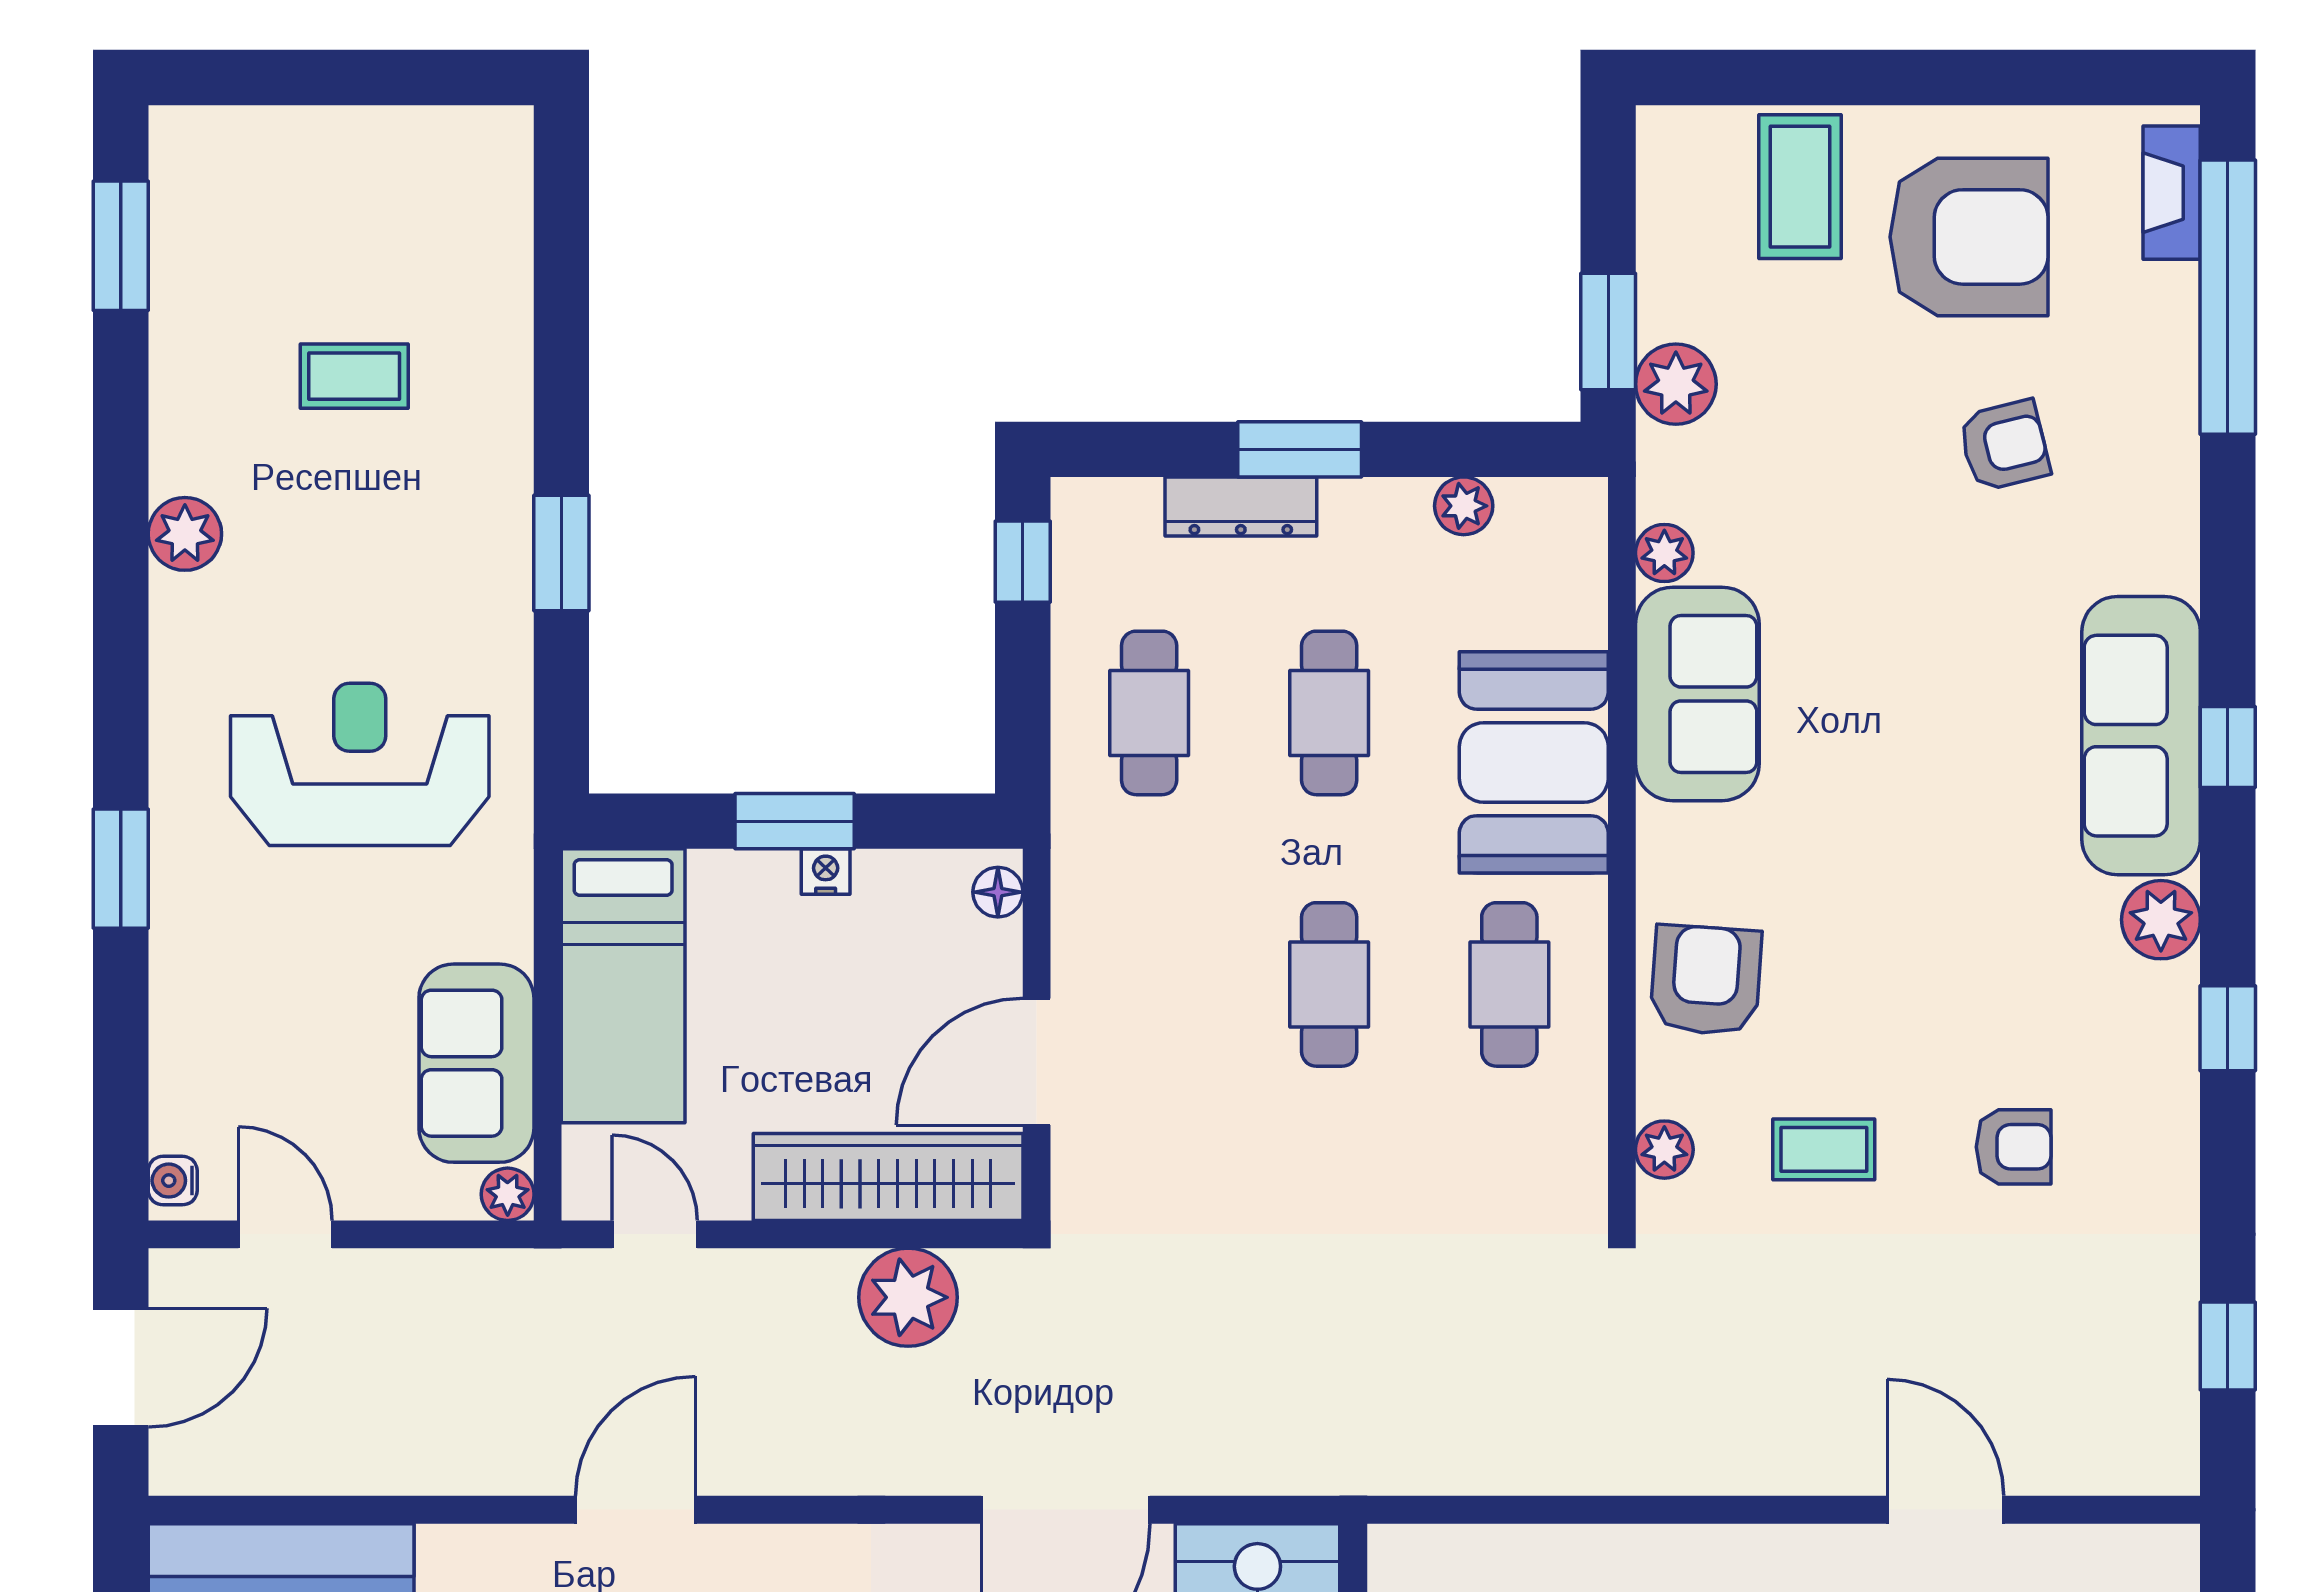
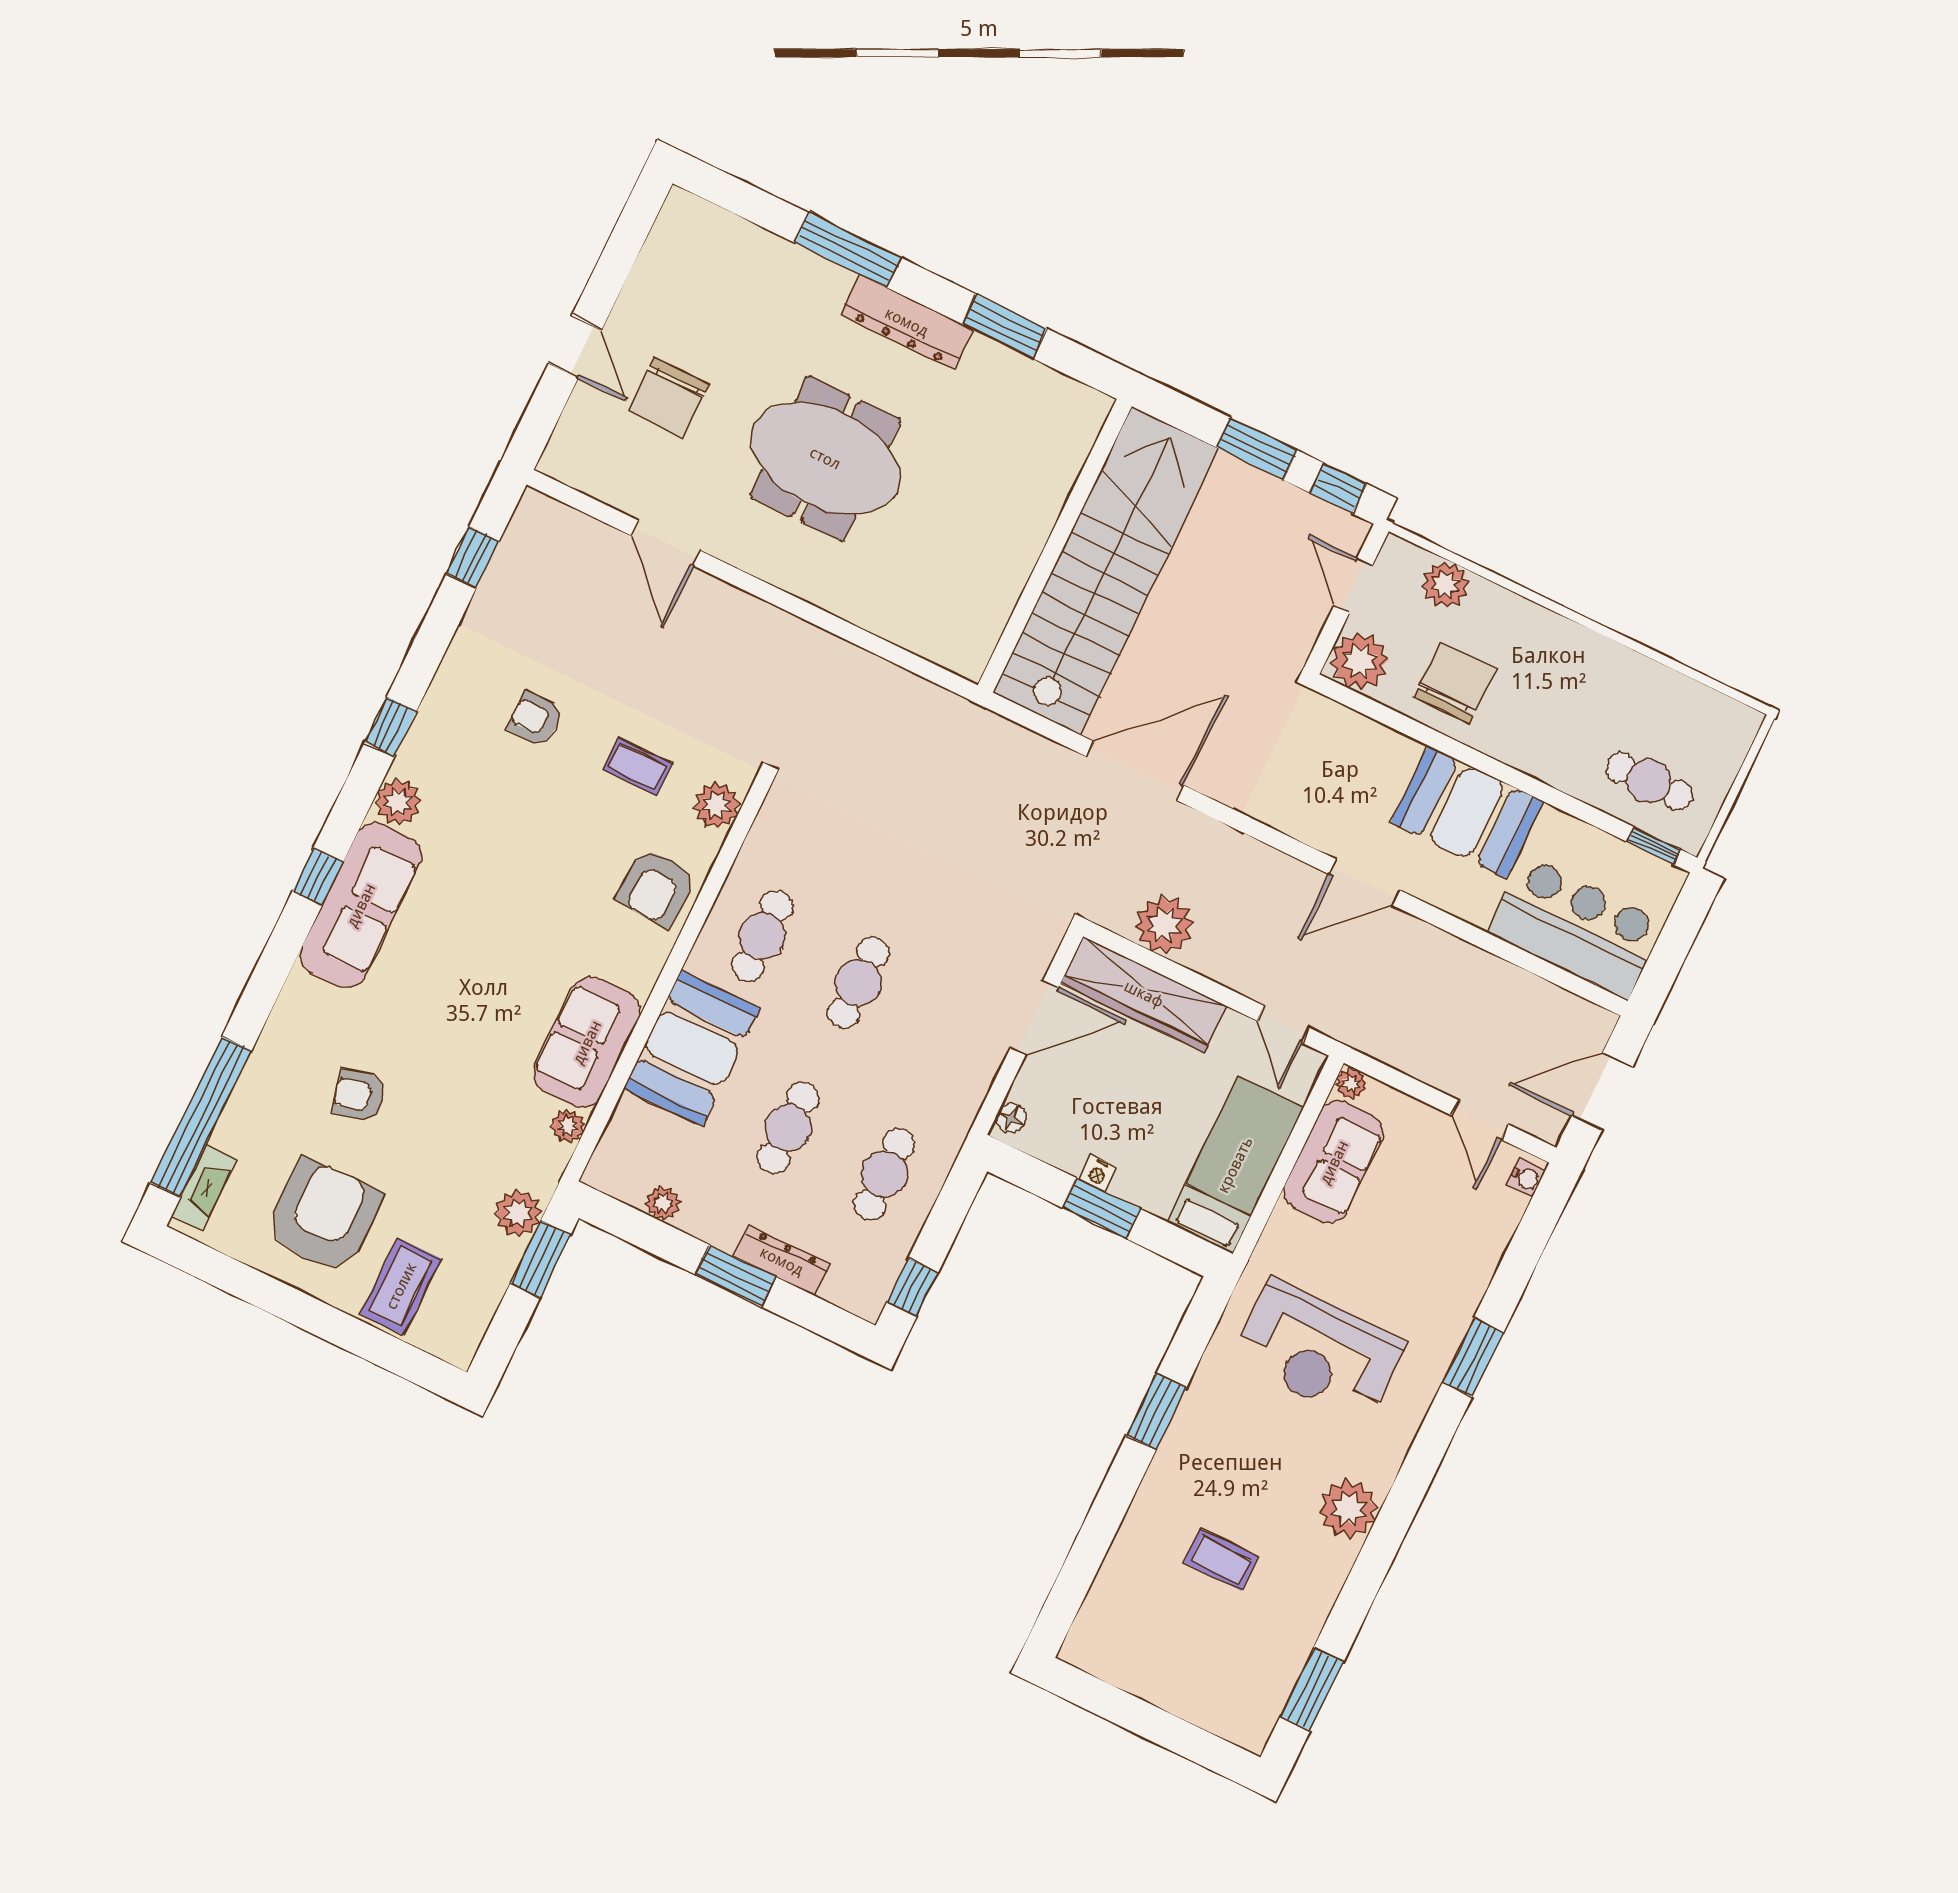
armchair: (1969, 237) -> (324, 1216), turned 89
plant: (185, 534) -> (1348, 1509), width x1.36, depth x1.36
plant: (1664, 1150) -> (717, 805), width x1.38, depth x1.38

